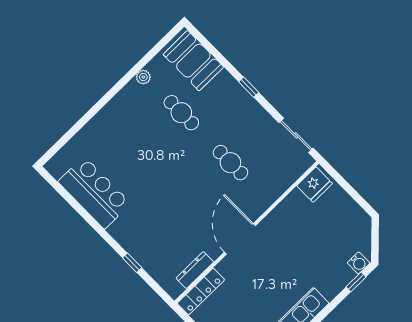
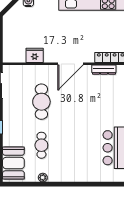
cafe table: (230, 163) -> (41, 102), width x1.37, depth x1.35
fridge: (315, 185) -> (35, 55), moved

